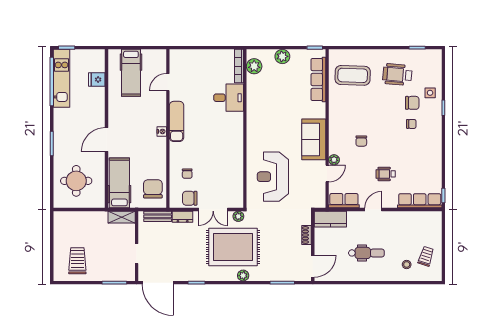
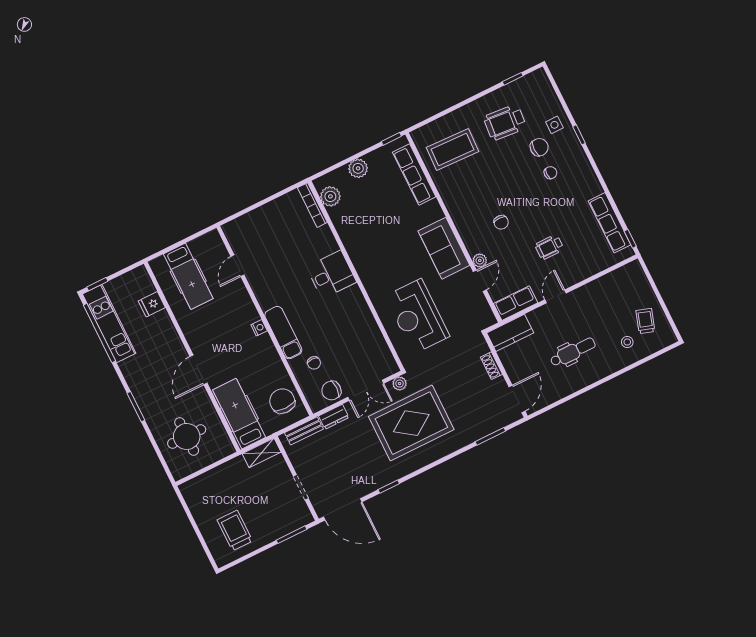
desk: (229, 98) -> (331, 275), moved
exam couch: (177, 121) -> (283, 333), moved
row of seats: (420, 201) -> (610, 223), moved, turned -90
plant: (243, 276) -> (440, 451), removed

